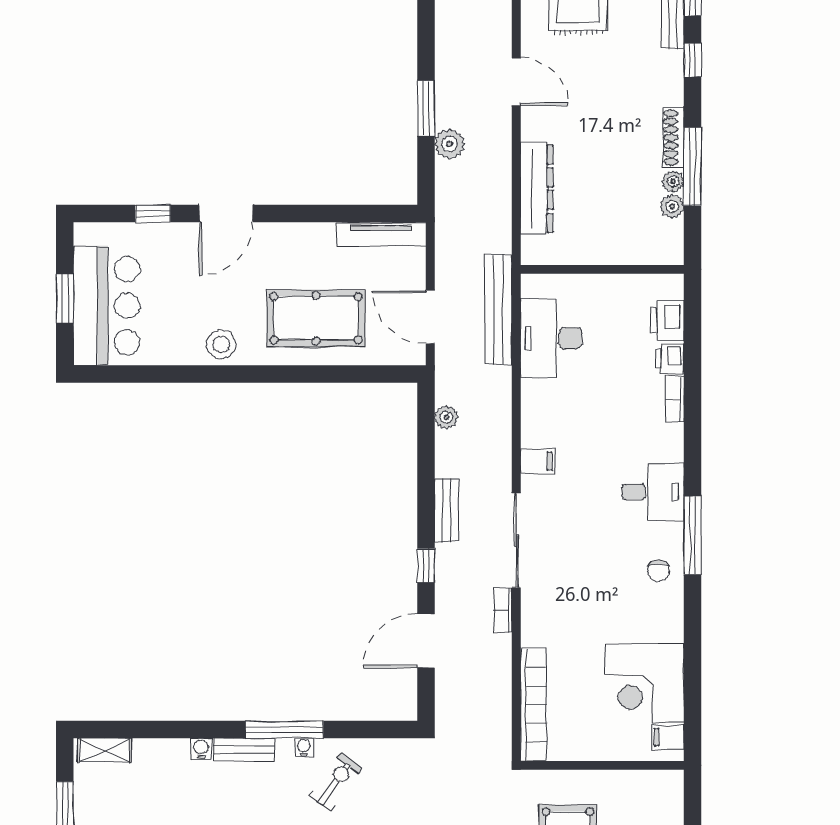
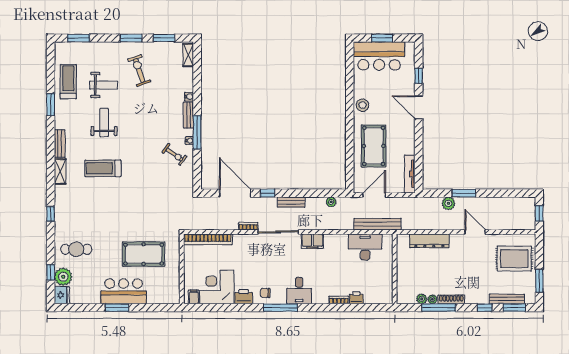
door: (516, 82) -> (475, 232), swing flipped
printer: (667, 320) -> (244, 297), moved
filing cabinet: (538, 461) -> (312, 241), width x2.00
door: (426, 641) -> (235, 193), width x1.36

